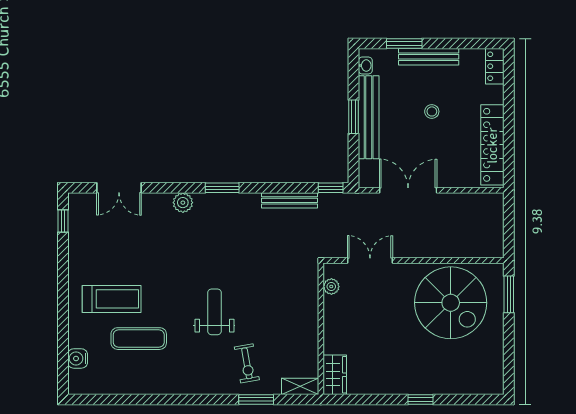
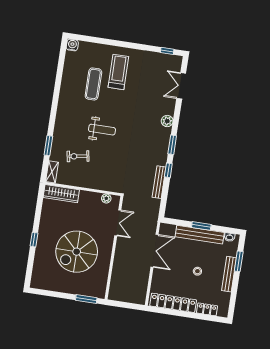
locker: (495, 66) -> (207, 309), moved
window: (331, 188) -> (168, 170), moved
treadmill: (112, 299) -> (118, 72), turned 180
spiral stairs: (451, 303) -> (77, 252), moved
water cooler: (78, 358) -> (72, 45), moved
exercise bike: (247, 363) -> (78, 156), moved
wardrobe: (335, 375) -> (61, 194), width x1.50

